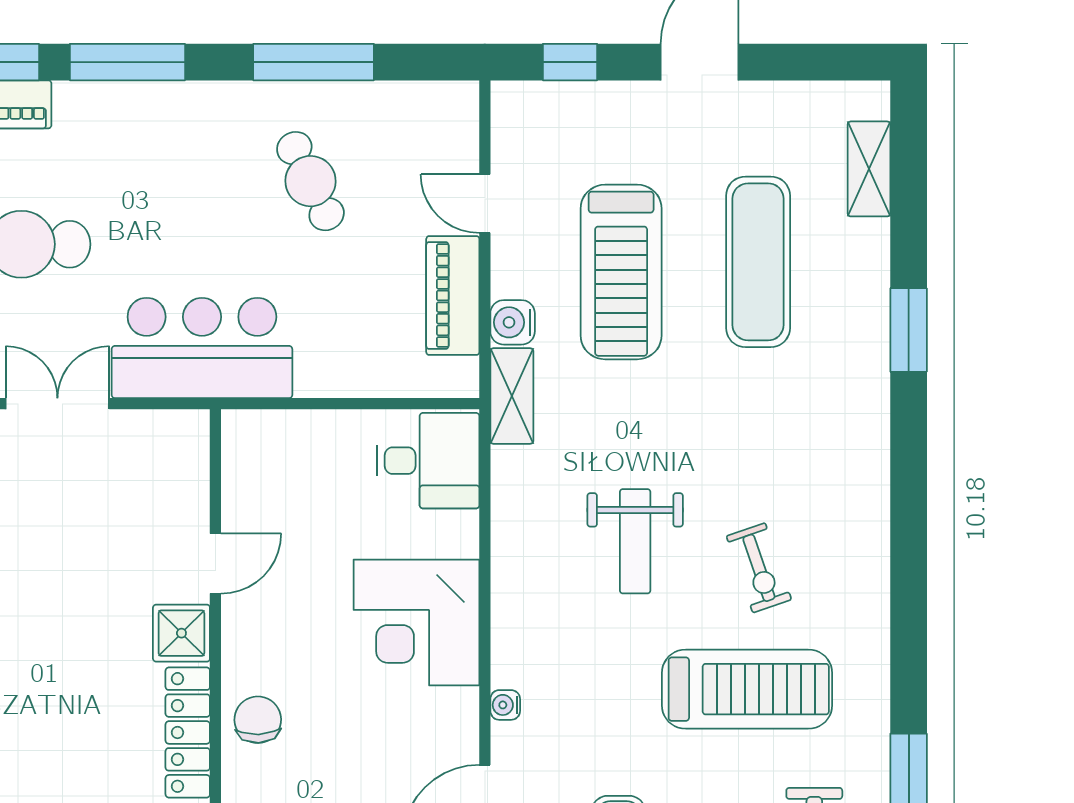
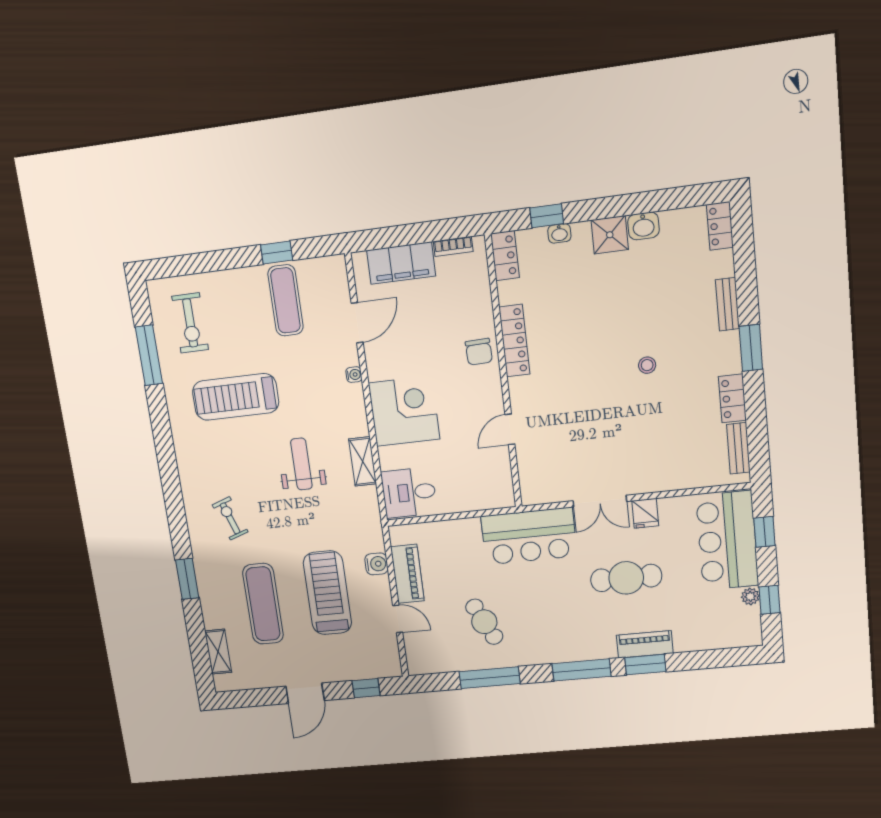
shelving: (512, 396) -> (363, 461), moved
exercise bike: (759, 568) -> (230, 518), moved
shower: (181, 633) -> (523, 392), removed

